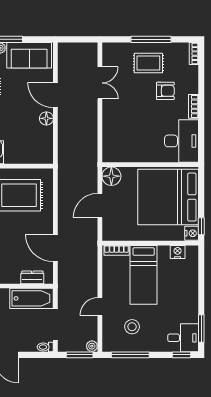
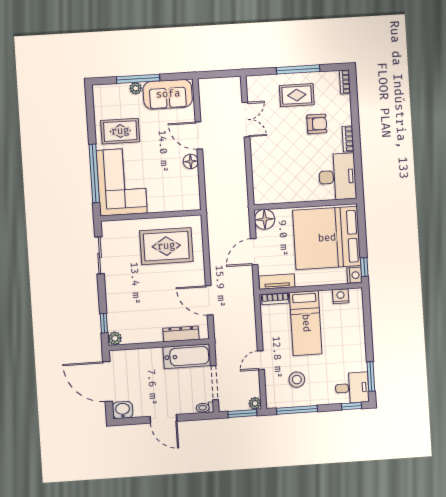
tv unit: (119, 235) -> (277, 282), added
dresser: (32, 277) -> (181, 334), width x1.44

